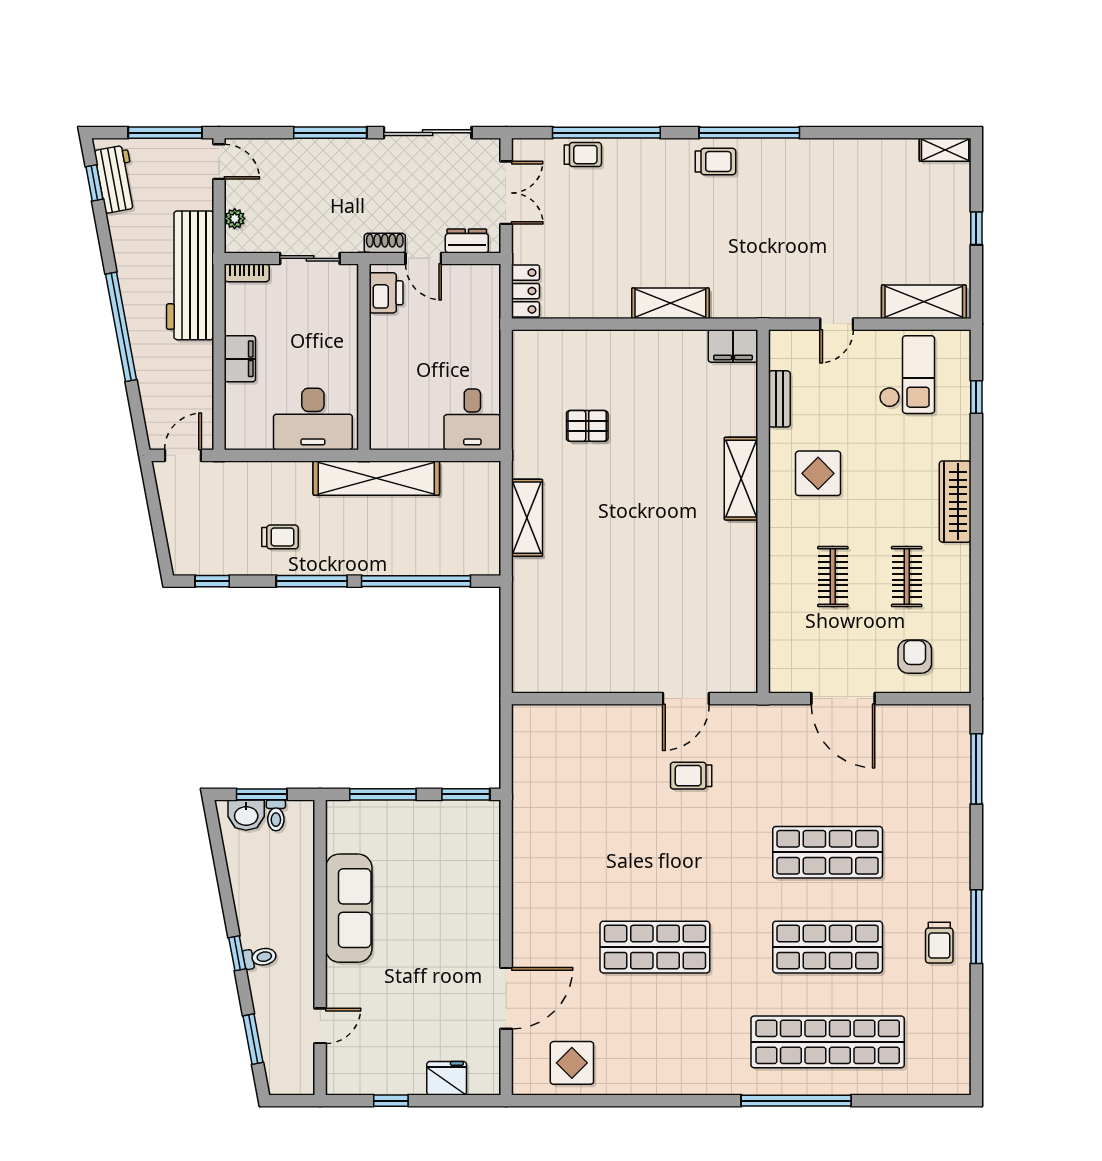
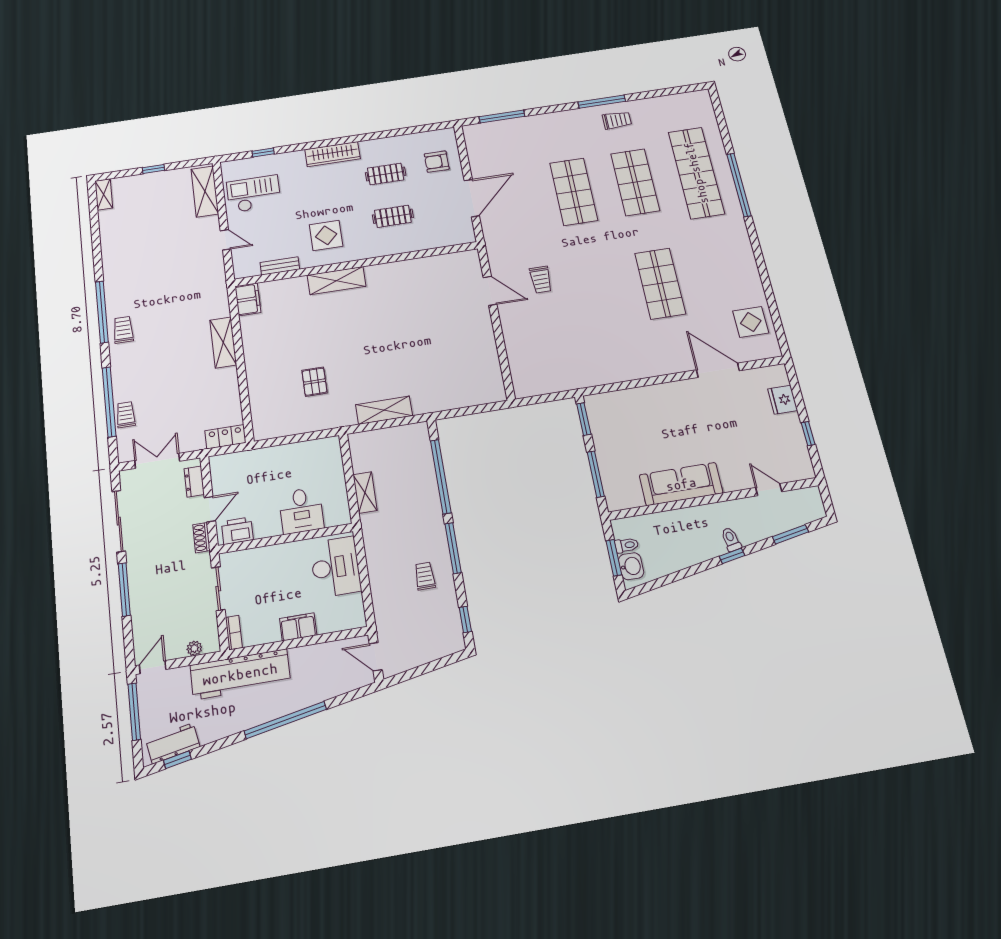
desk: (472, 419) -> (301, 511), moved, turned 90
shelving: (376, 478) -> (365, 493), width x0.45, depth x0.75

